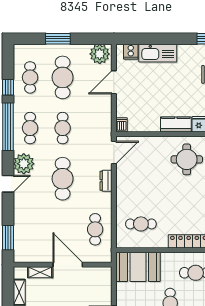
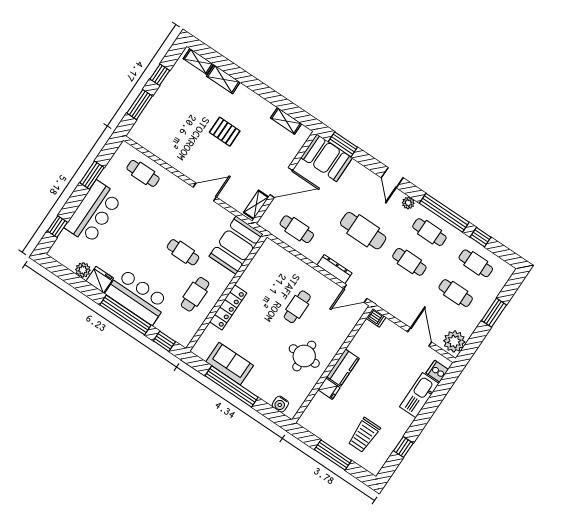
cafe table: (63, 77) -> (456, 293), width x0.73, depth x0.74
door: (114, 153) -> (355, 294), hinge flipped
plant: (24, 164) -> (408, 203), width x0.53, depth x0.53
dresser: (106, 181) -> (334, 269), width x1.44
cafe table: (141, 224) -> (297, 307), moved
booth: (26, 243) -> (327, 158), added
shelving: (40, 272) -> (256, 205), moved

